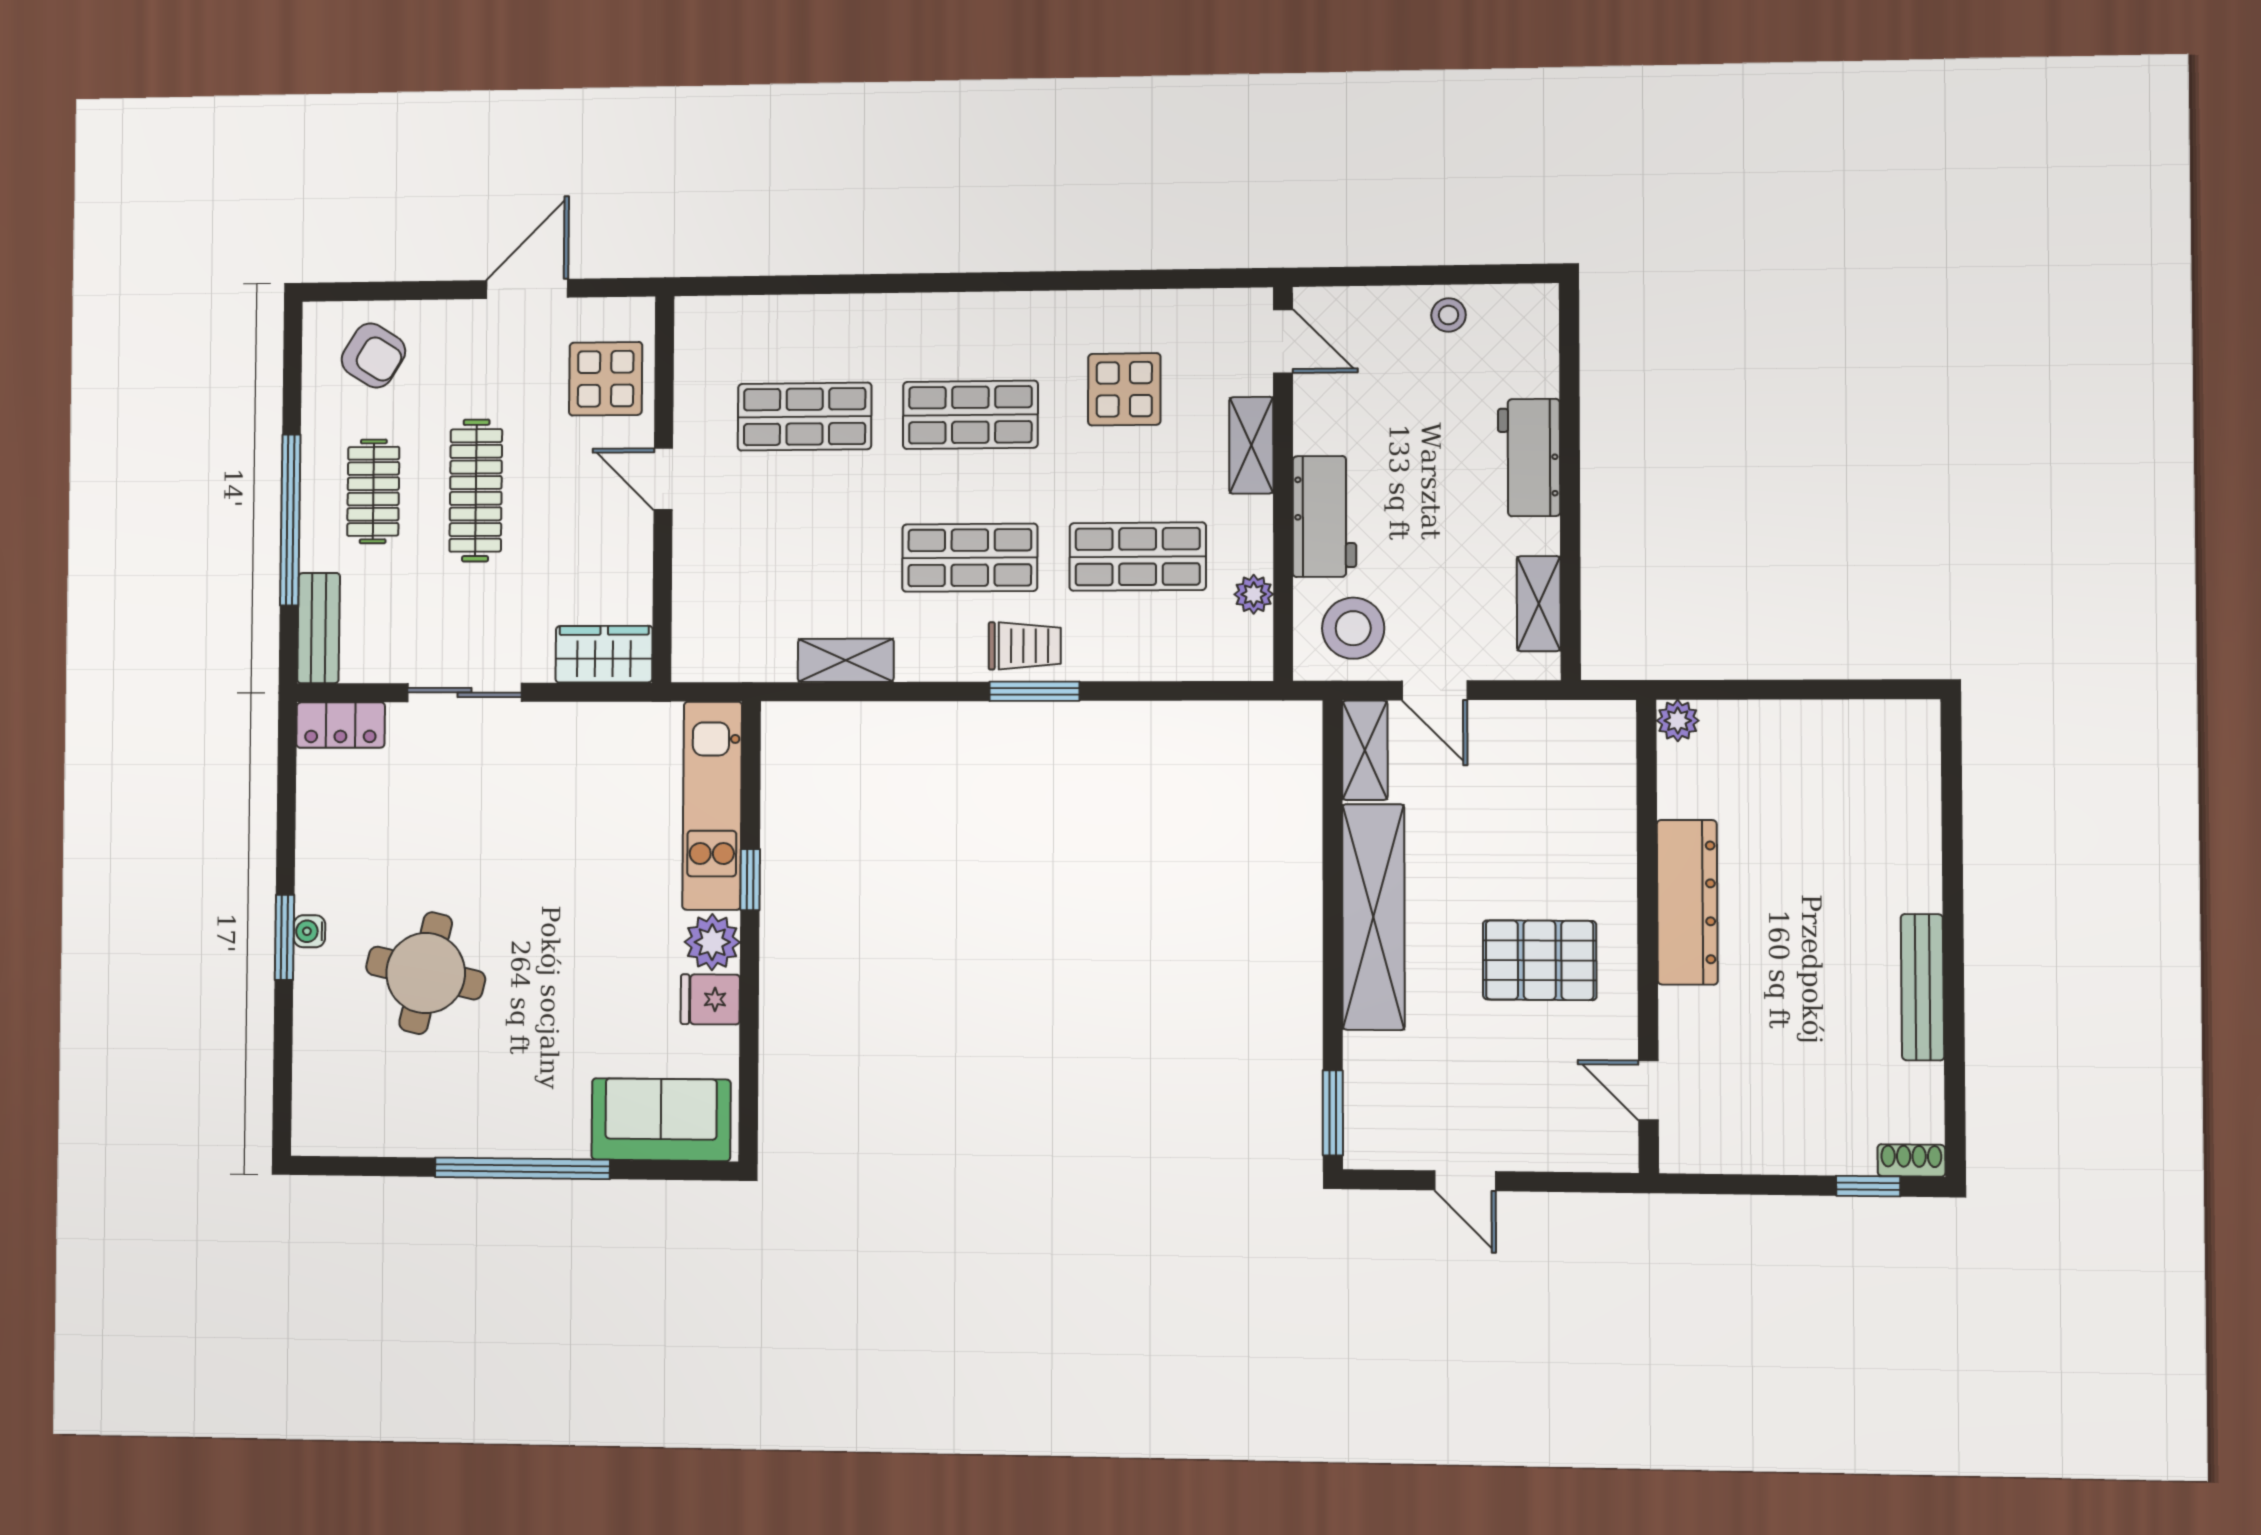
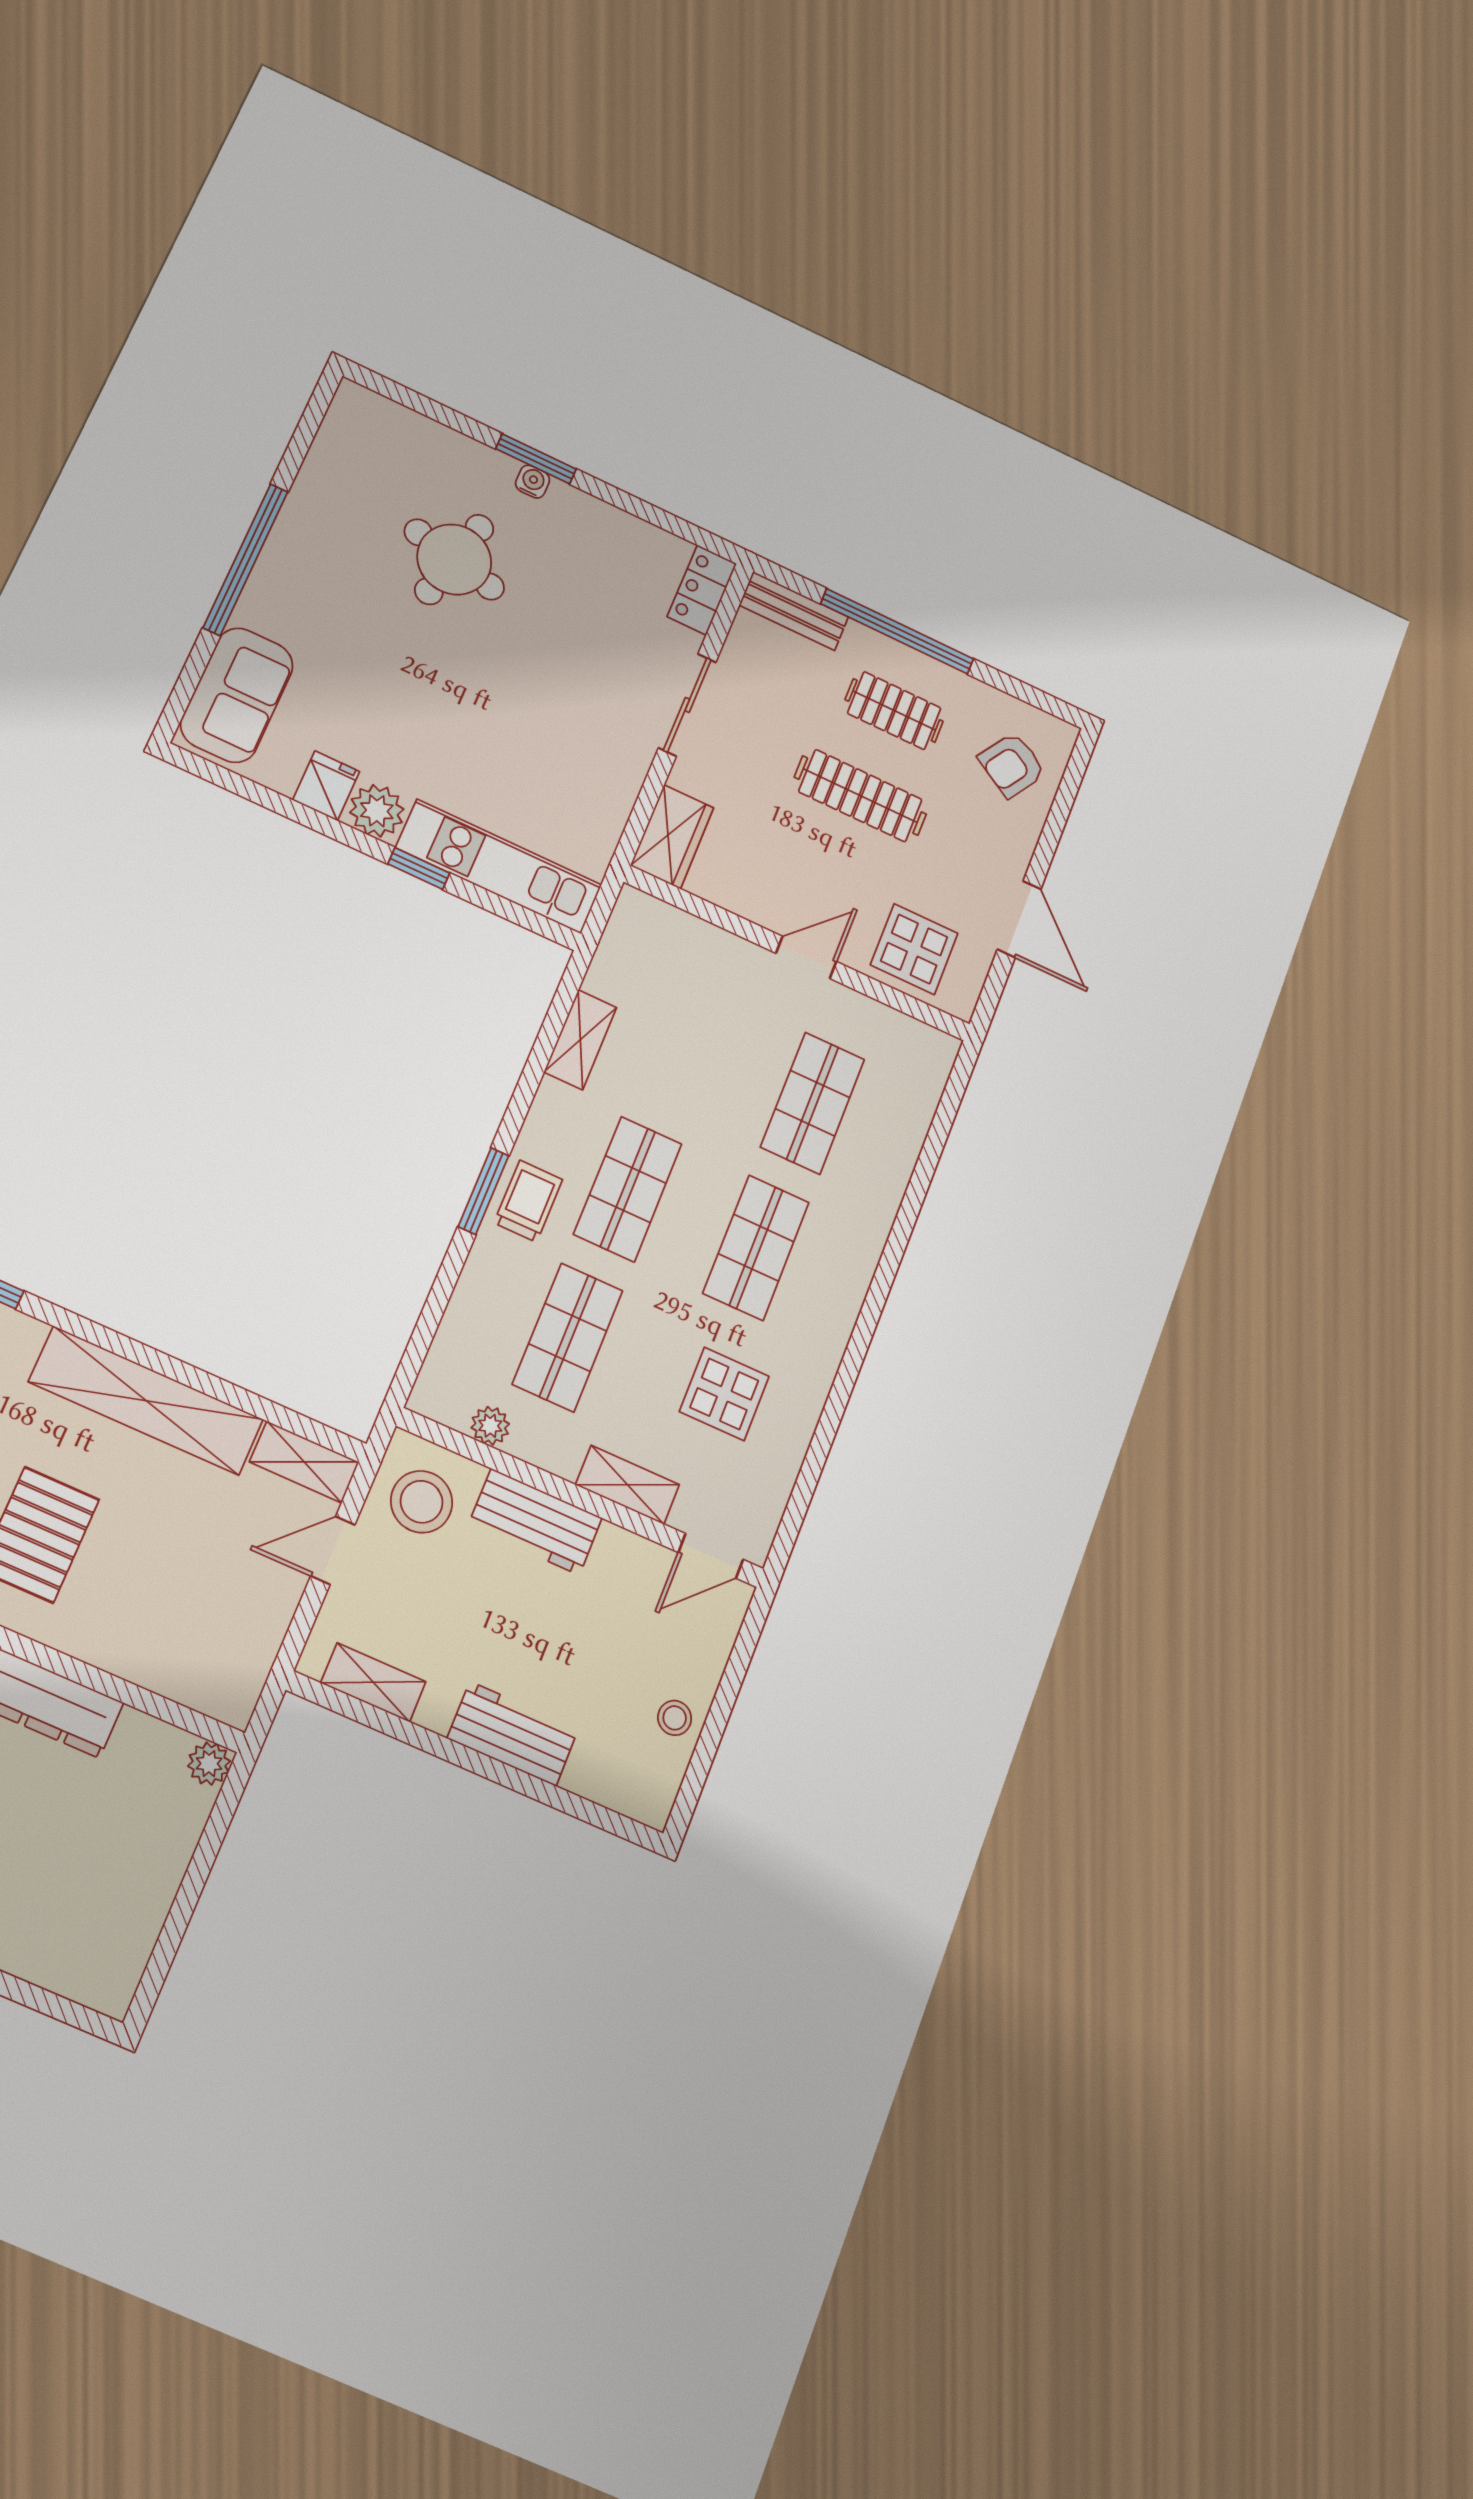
trolley: (1025, 646) -> (528, 1201), turned 180

